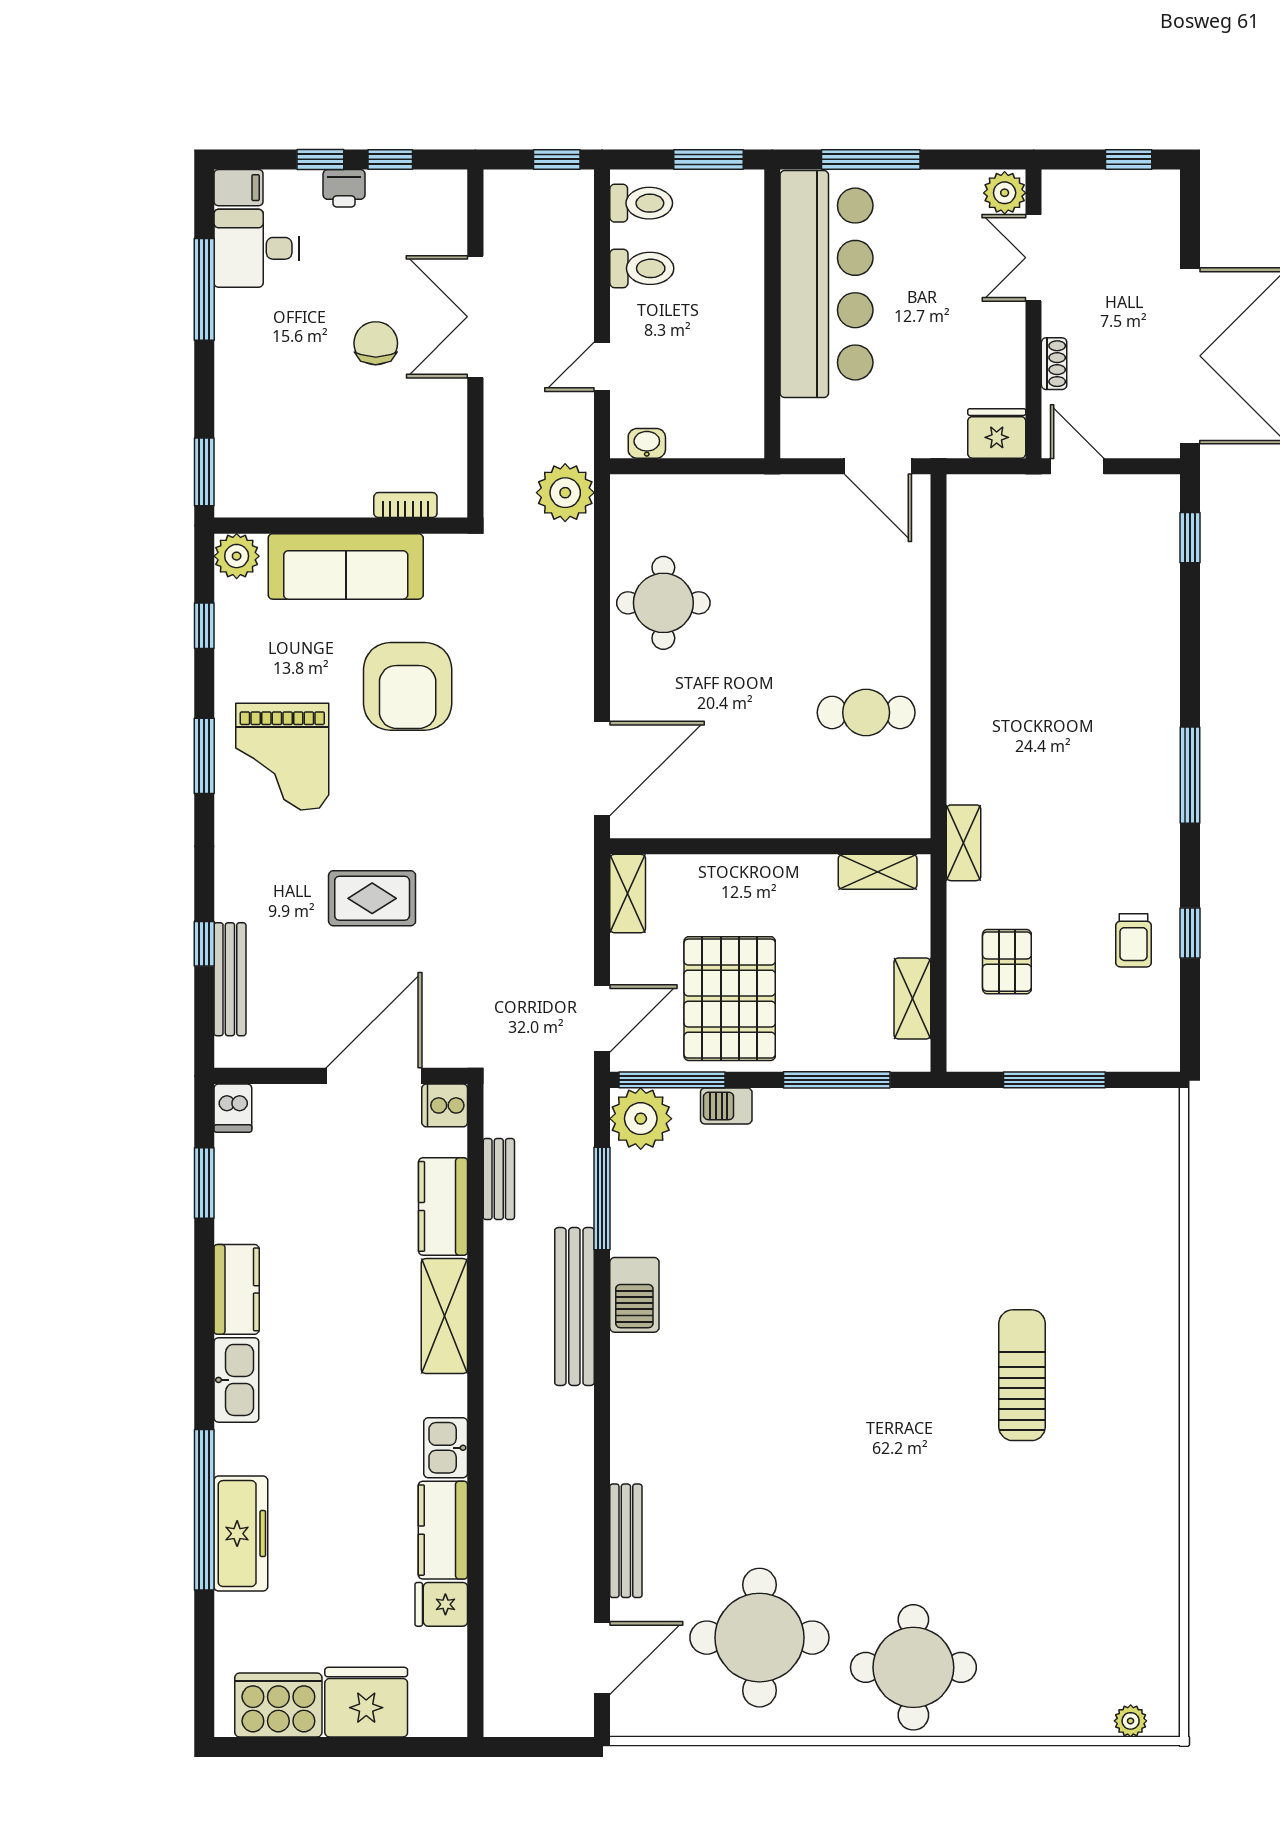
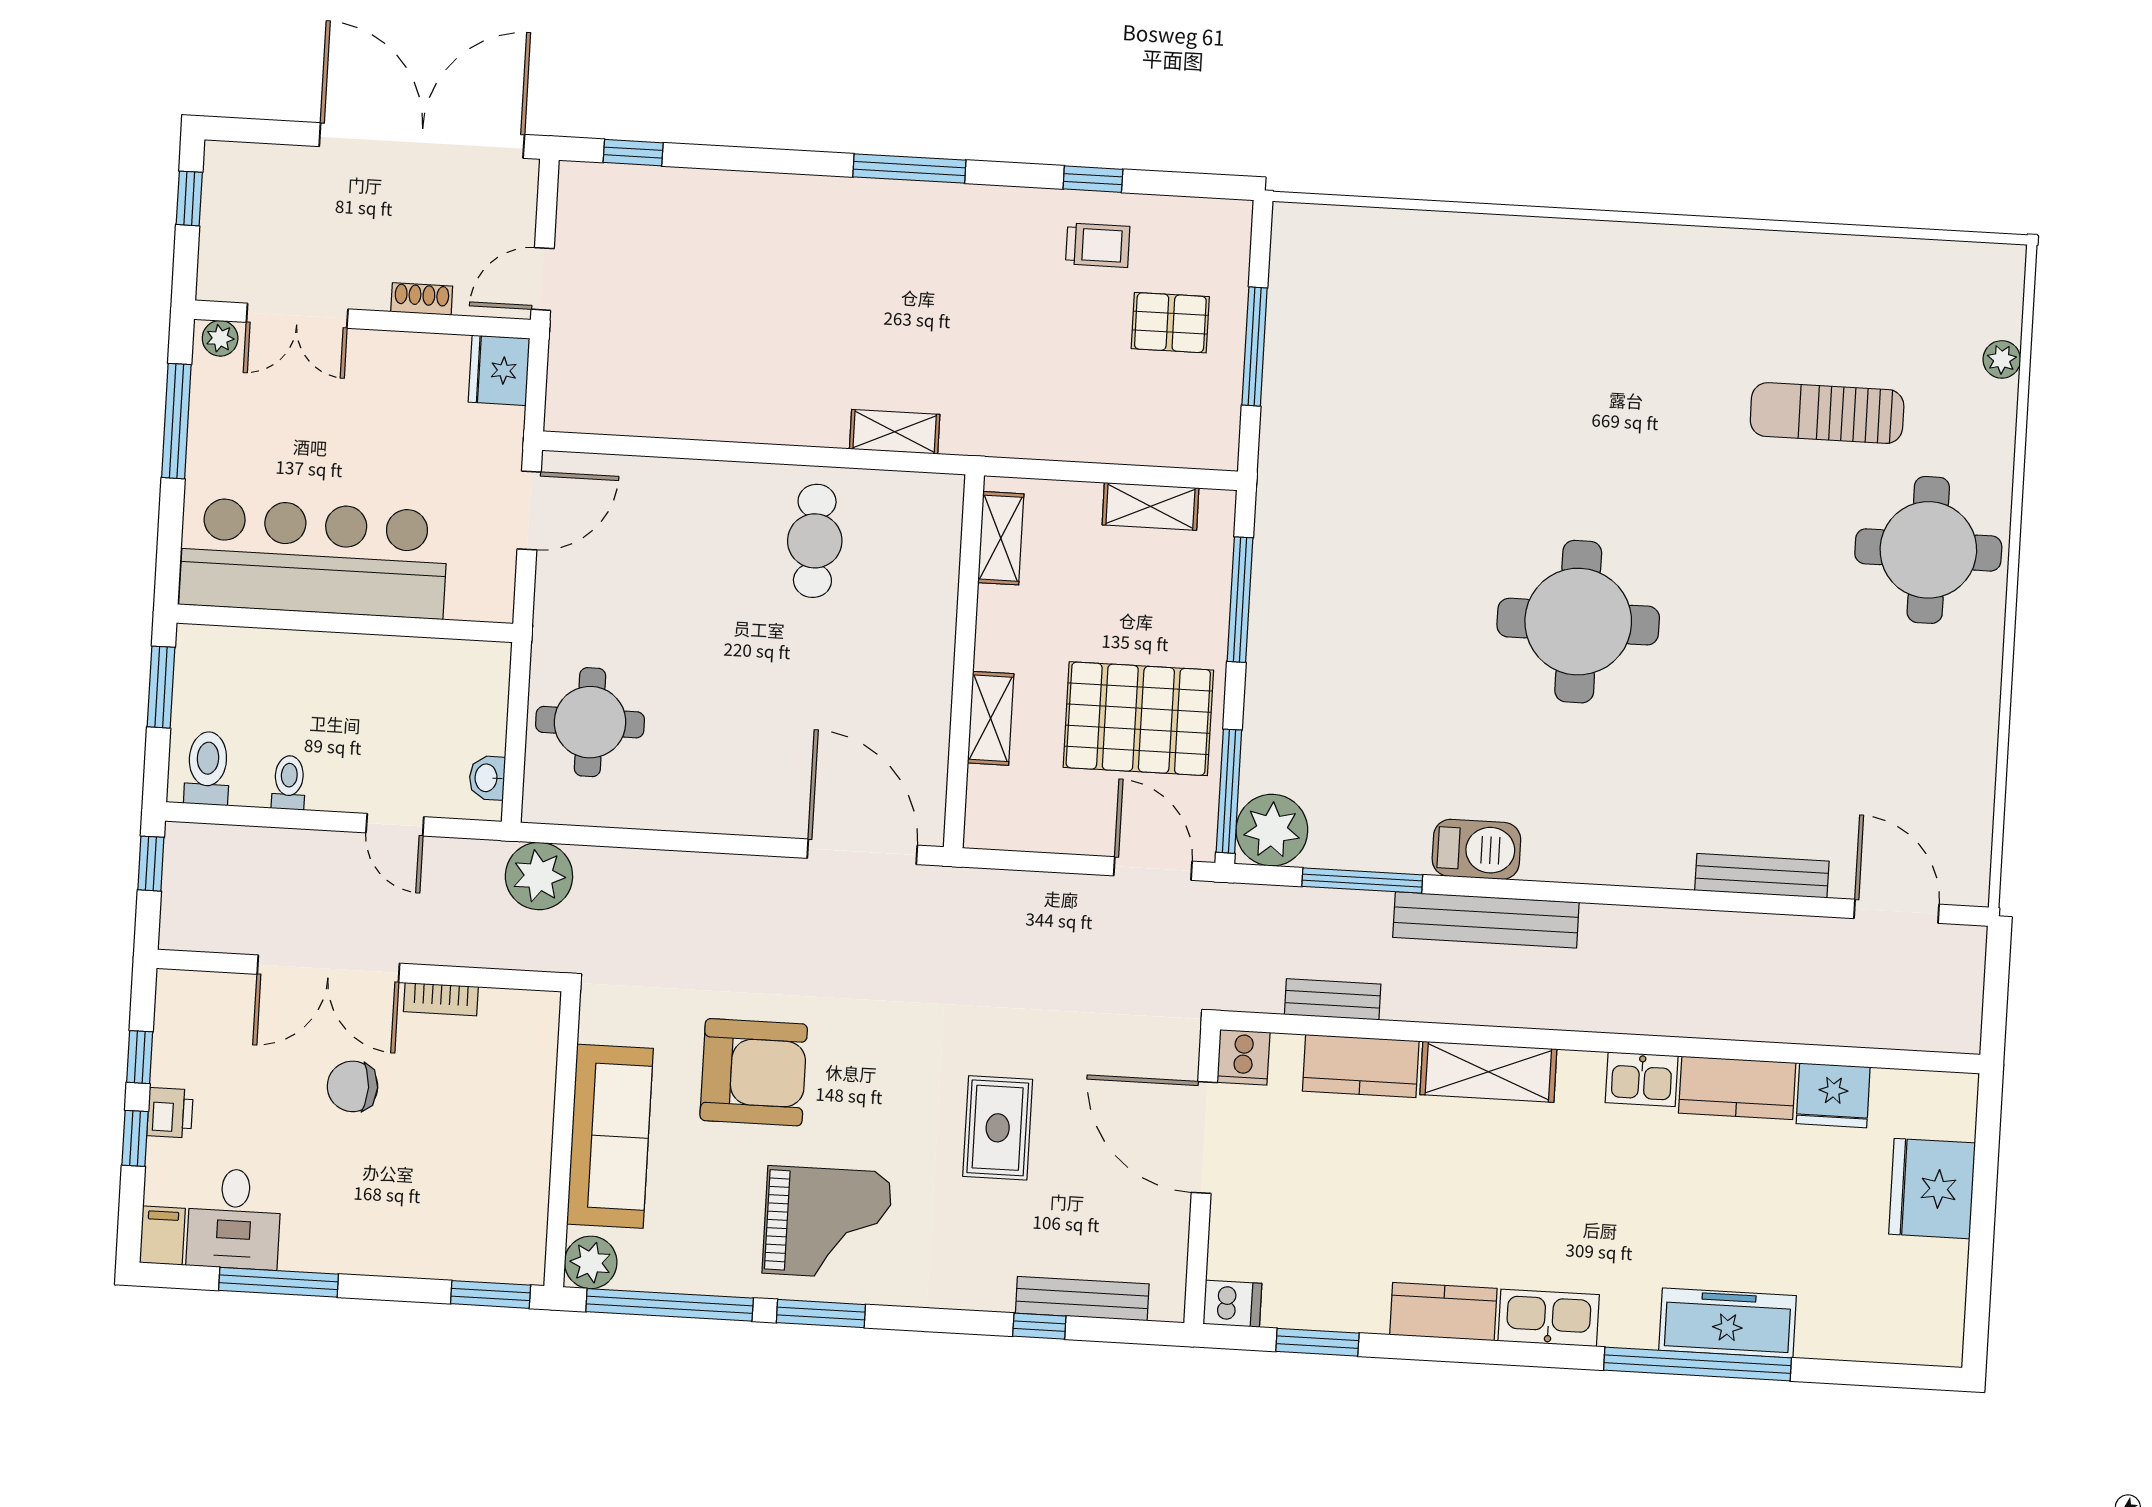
window: (871, 159) -> (176, 421), moved
plant: (1005, 193) -> (220, 338), width x0.73, depth x0.73
toilet: (642, 268) -> (289, 783), width x0.73, depth x0.72
bookcase: (405, 505) -> (441, 999), moved, turned -90
round table: (663, 603) -> (590, 722), moved
window: (204, 626) -> (670, 1305), width x3.17
shelving: (964, 843) -> (895, 432), moved
shelving: (628, 894) -> (991, 718), moved, turned 90
pallet: (1007, 962) -> (1170, 323), moved
barbecue: (726, 1106) -> (1263, 730), removed
sun lounger: (1022, 1375) -> (1827, 413), moved
fridge: (441, 1604) -> (1833, 1095), width x1.38
round table: (759, 1638) -> (1578, 622), moved
cooker: (278, 1705) -> (1930, 1291), removed
plant: (1131, 1721) -> (2002, 359), moved

